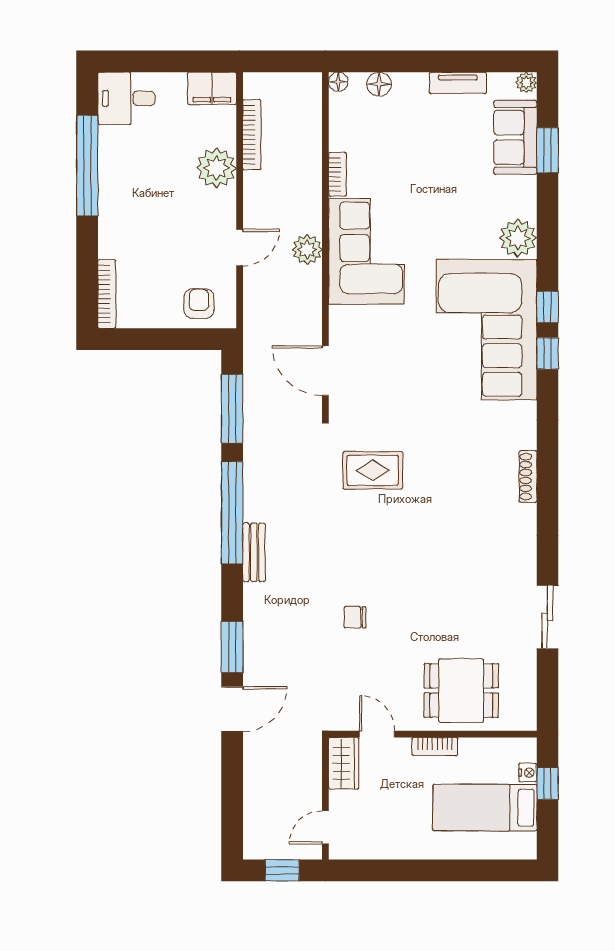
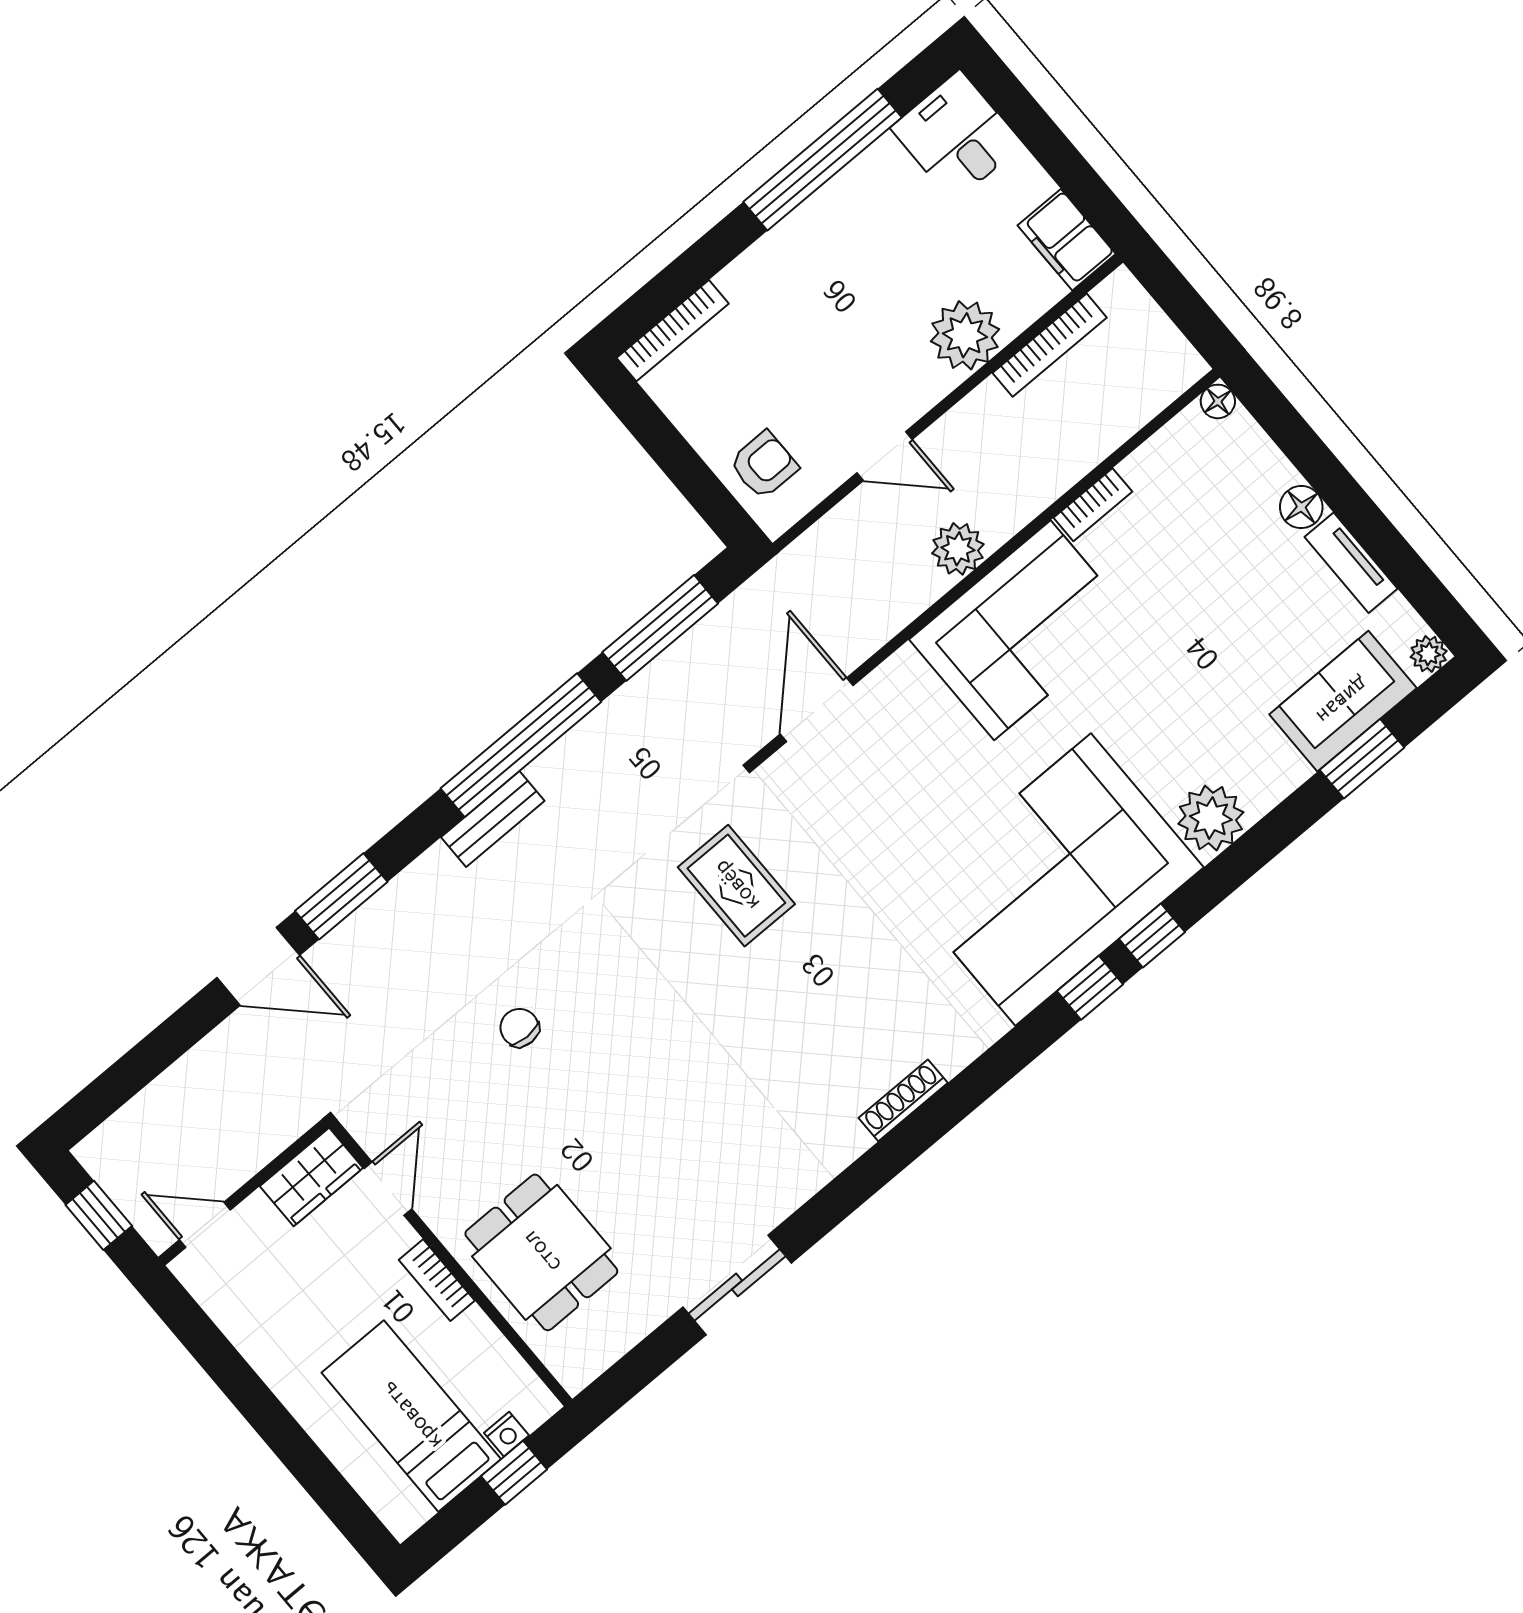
floor lamp: (379, 84) -> (1301, 507), moved

